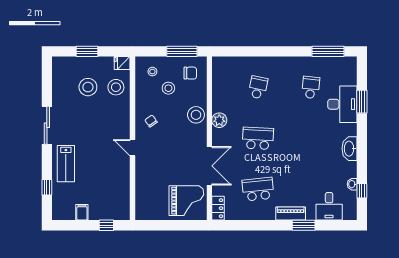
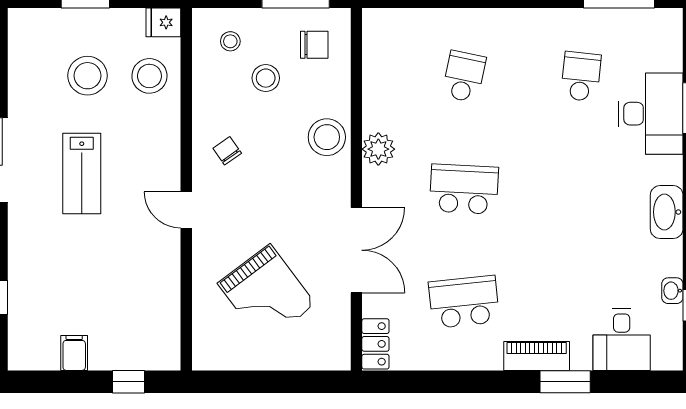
lab bench: (66, 164) -> (82, 174), moved
grand piano: (186, 201) -> (267, 294), moved, turned 53

